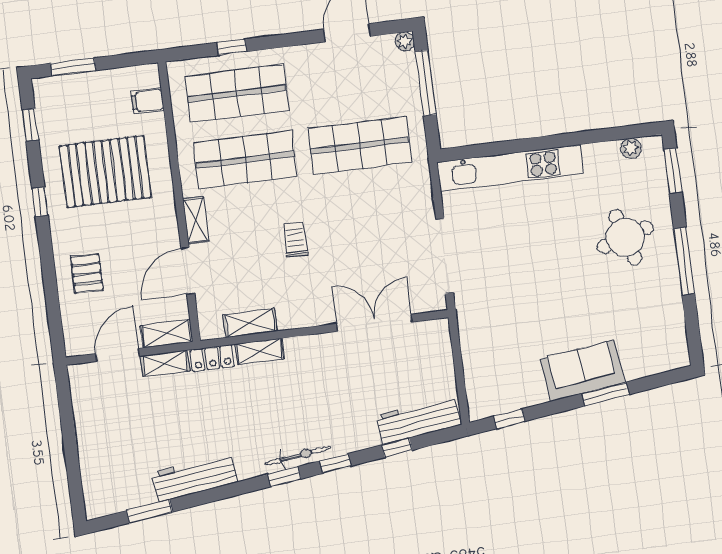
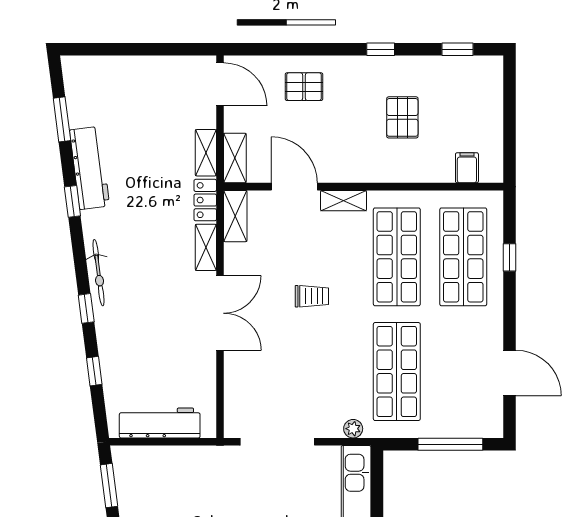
plant: (405, 41) -> (353, 429), moved
window: (73, 67) -> (510, 99), removed
pallet: (105, 172) -> (402, 117), width x0.49, depth x0.50
shelving: (250, 323) -> (235, 216), moved
double door: (374, 323) -> (220, 313), moved
door: (117, 355) -> (220, 84), moved
window: (509, 419) -> (109, 486), width x1.50
workbench: (419, 420) -> (160, 423), moved, turned -83
window: (284, 477) -> (72, 201), moved

